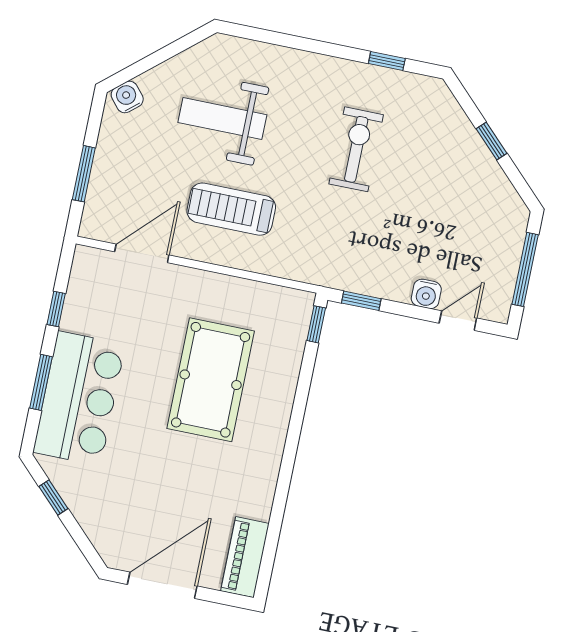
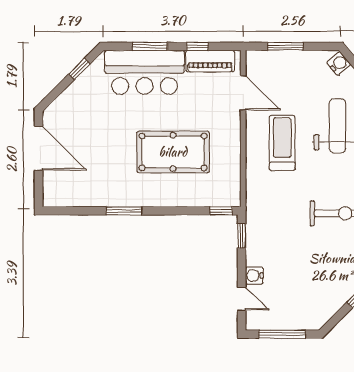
window: (286, 474) -> (124, 211), added
piano: (245, 557) -> (210, 61), moved, turned 180

